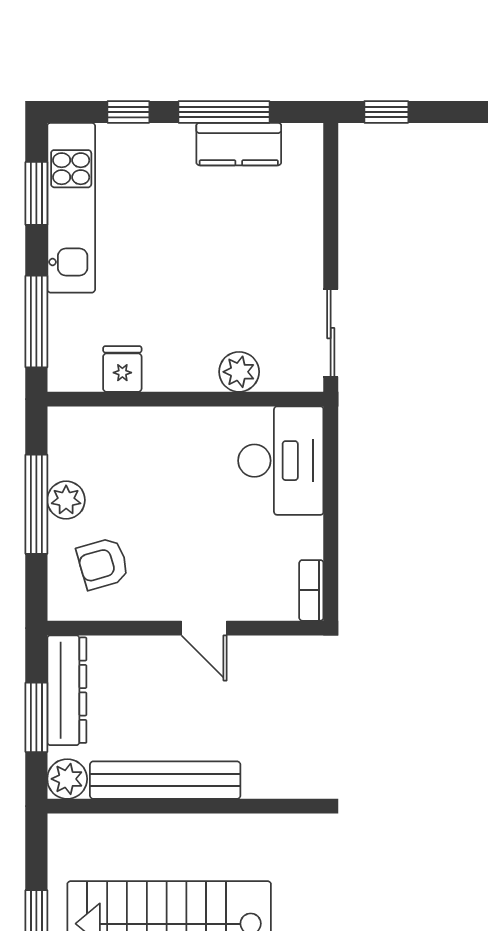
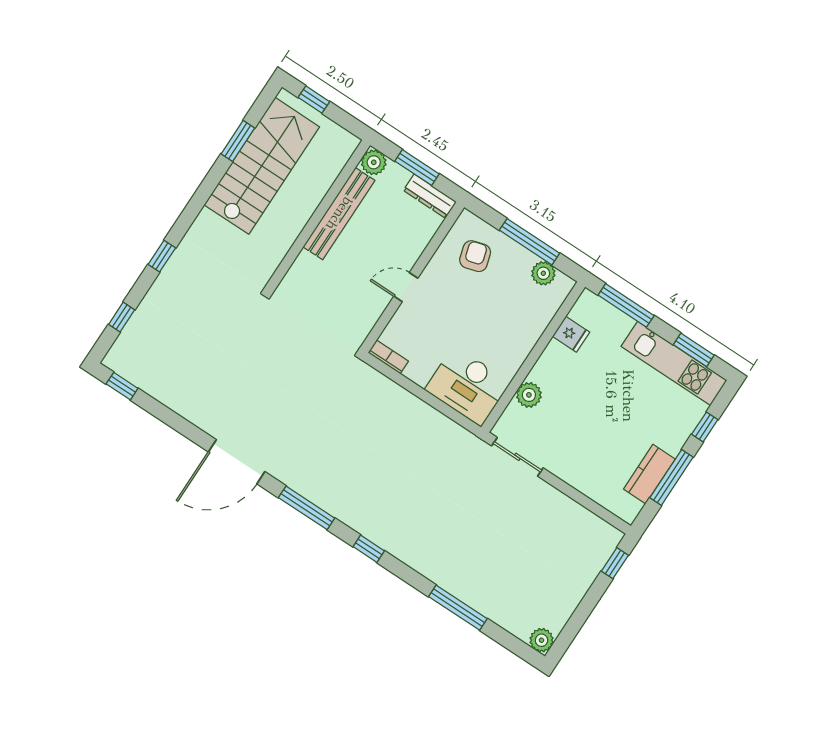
plant: (66, 500) -> (543, 273), moved
dresser: (67, 690) -> (430, 196), width x0.73, depth x0.80

